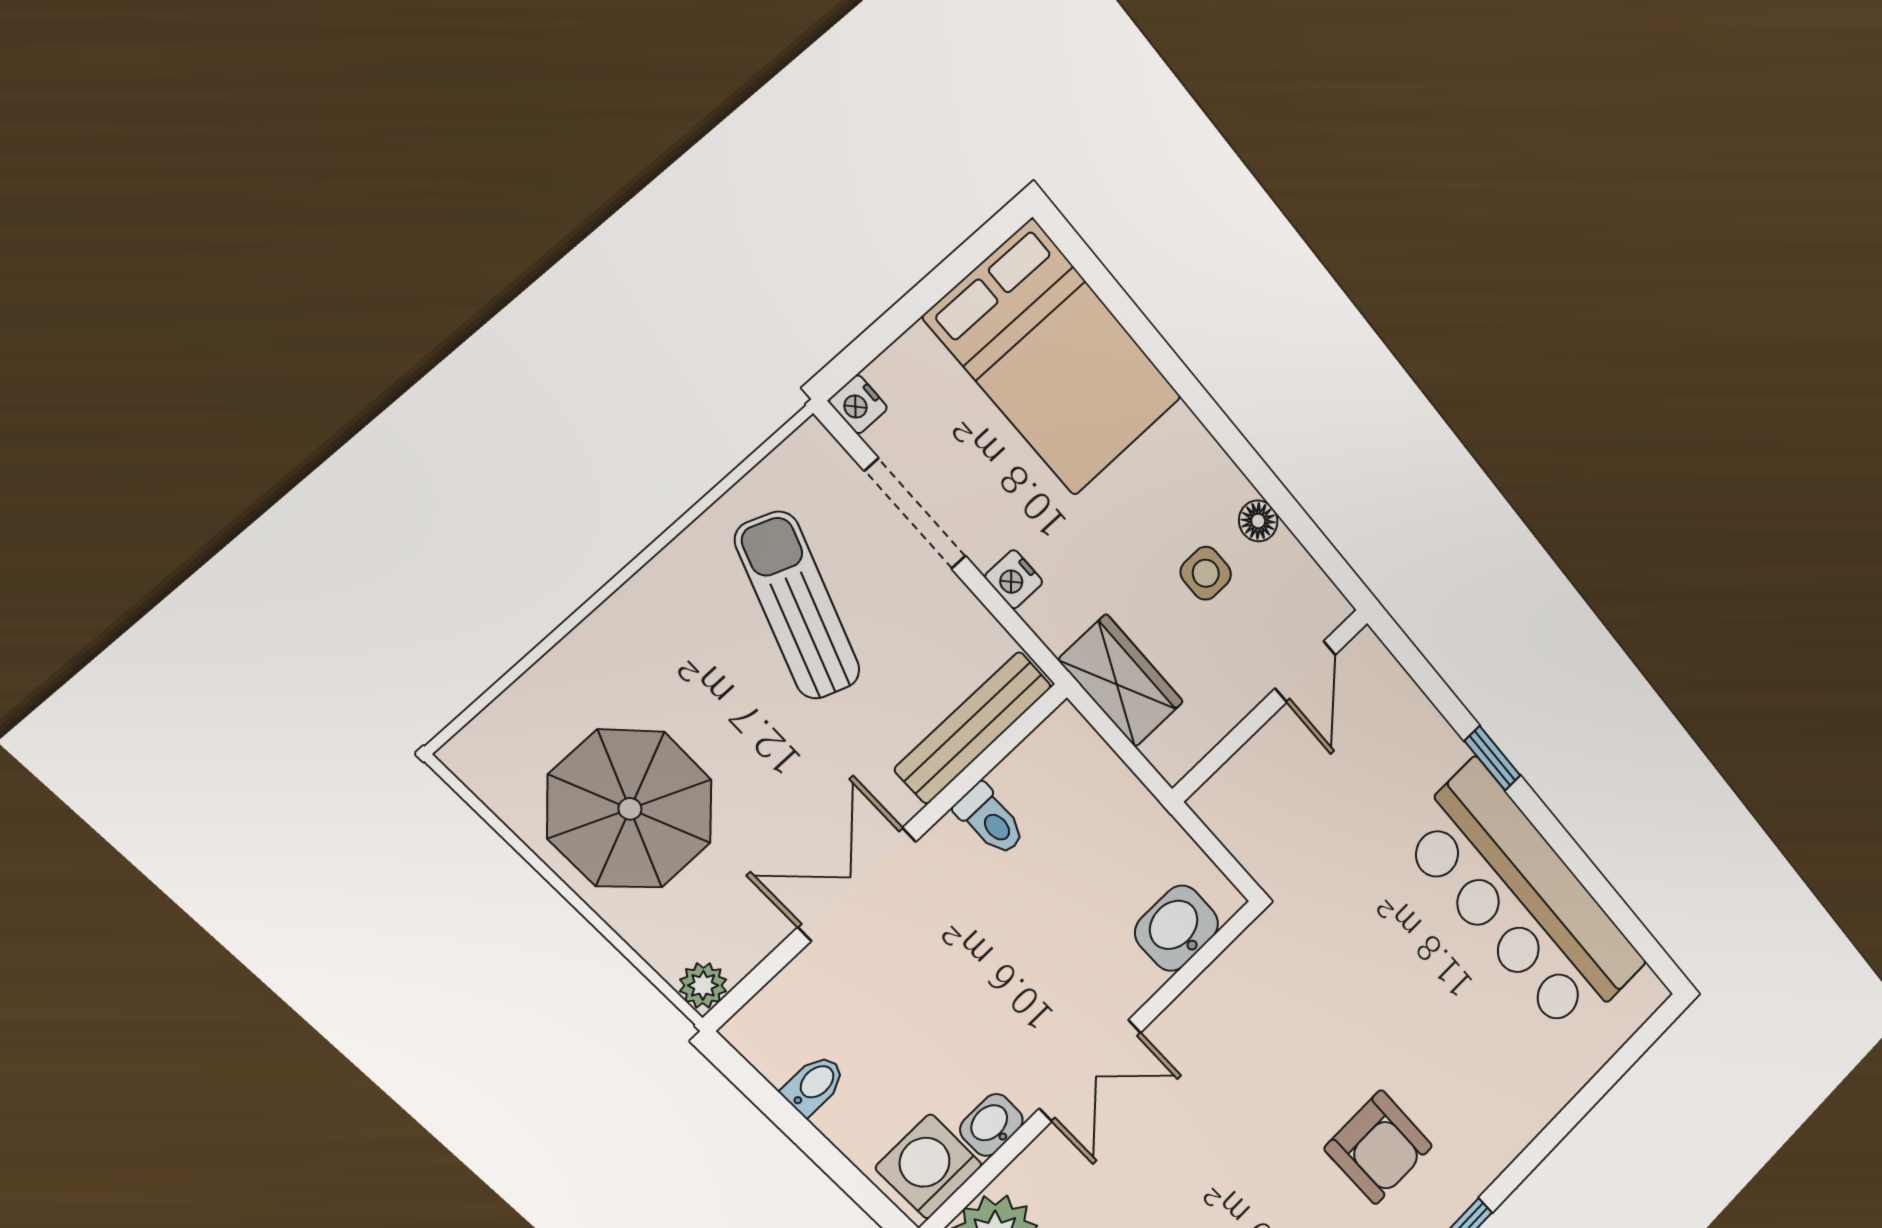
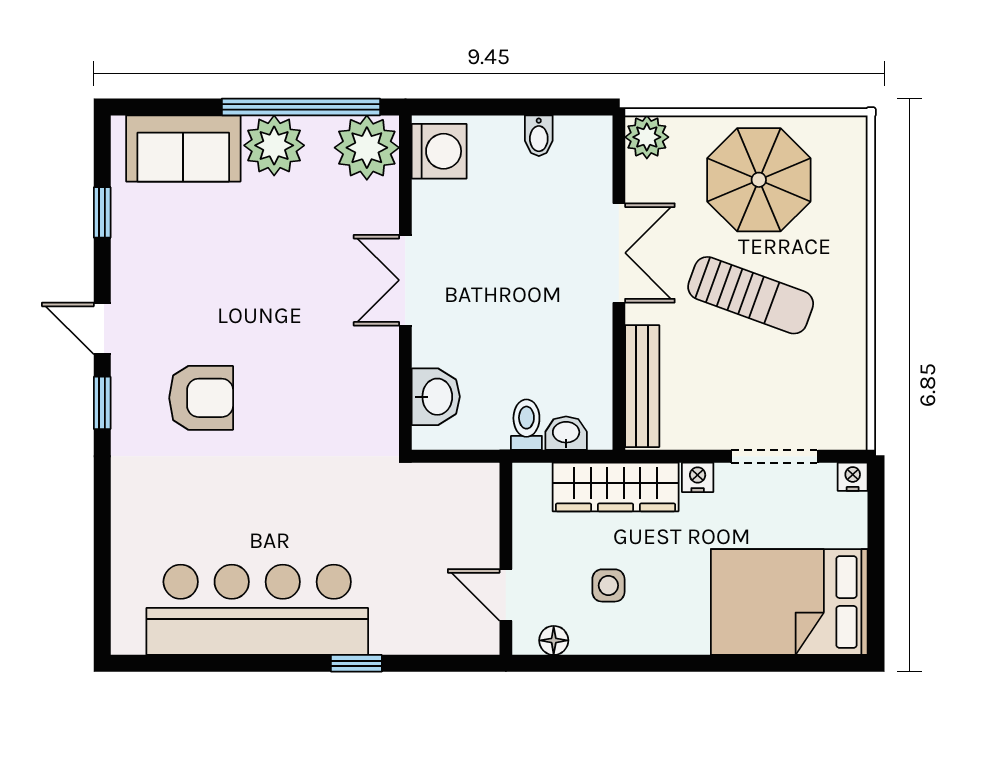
floor lamp: (1258, 521) -> (554, 640), moved
sun lounger: (798, 606) -> (751, 295), moved
wardrobe: (1121, 681) -> (616, 487), width x1.50
toilet: (990, 820) -> (526, 425), moved, turned 90
plant: (703, 985) -> (647, 137), width x1.38, depth x1.38
washbasin: (991, 1125) -> (566, 433), moved, turned -90
armchair: (1378, 1147) -> (201, 398), turned 180

